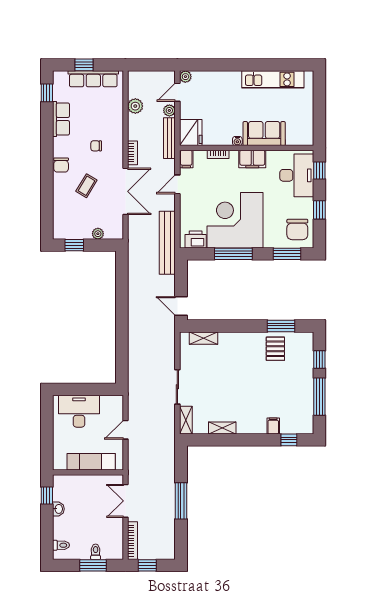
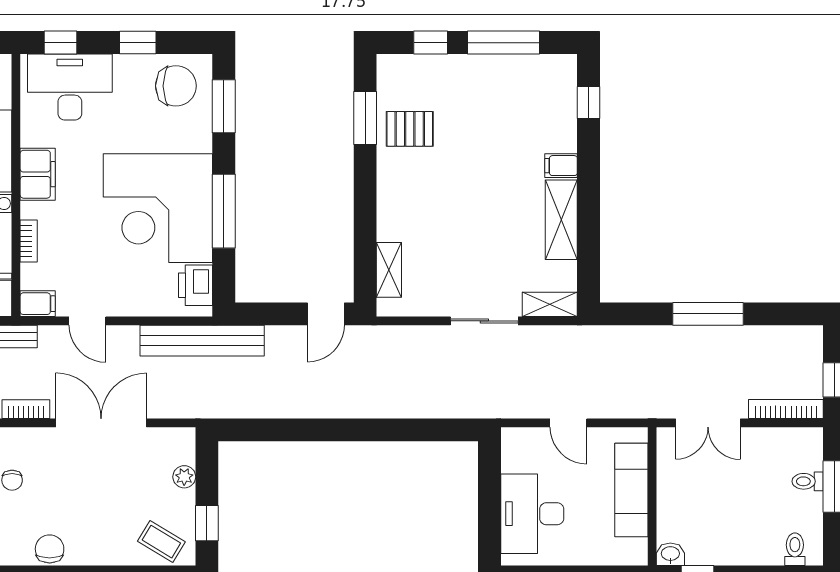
chair: (61, 165) -> (50, 549), turned -90
coffee table: (86, 186) -> (161, 542), moved
filing cabinet: (273, 426) -> (561, 166), moved
shelving: (222, 428) -> (561, 220), width x1.50, depth x1.33
washbasin: (58, 509) -> (670, 554), moved

